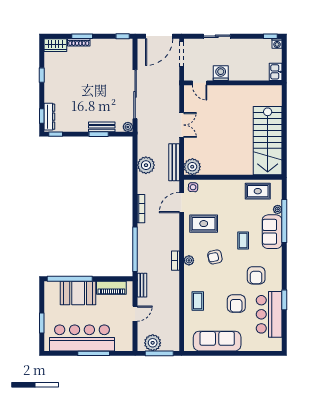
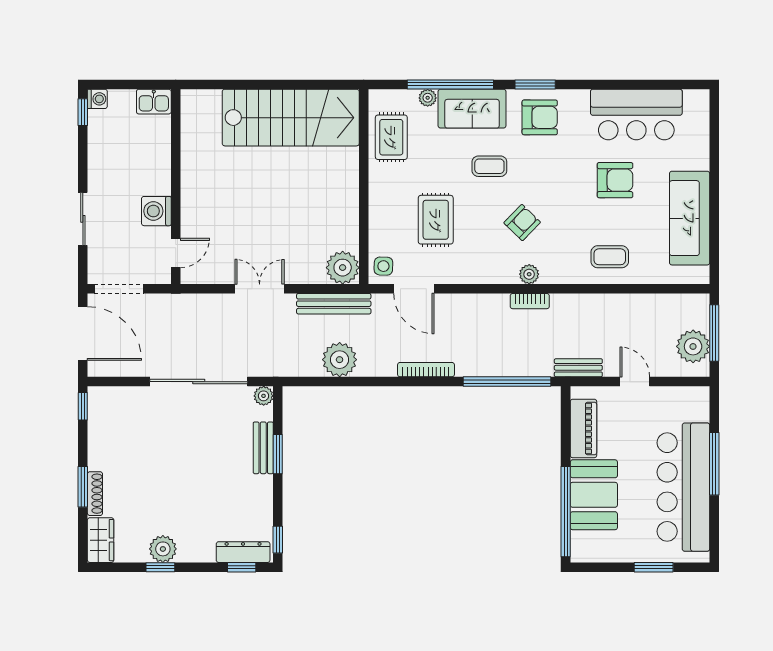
plant: (51, 76) -> (163, 549), added
rug: (204, 224) -> (436, 220), moved
armchair: (215, 257) -> (522, 223), turned -123
armchair: (256, 275) -> (540, 117), moved
window: (284, 300) -> (535, 84), moved

